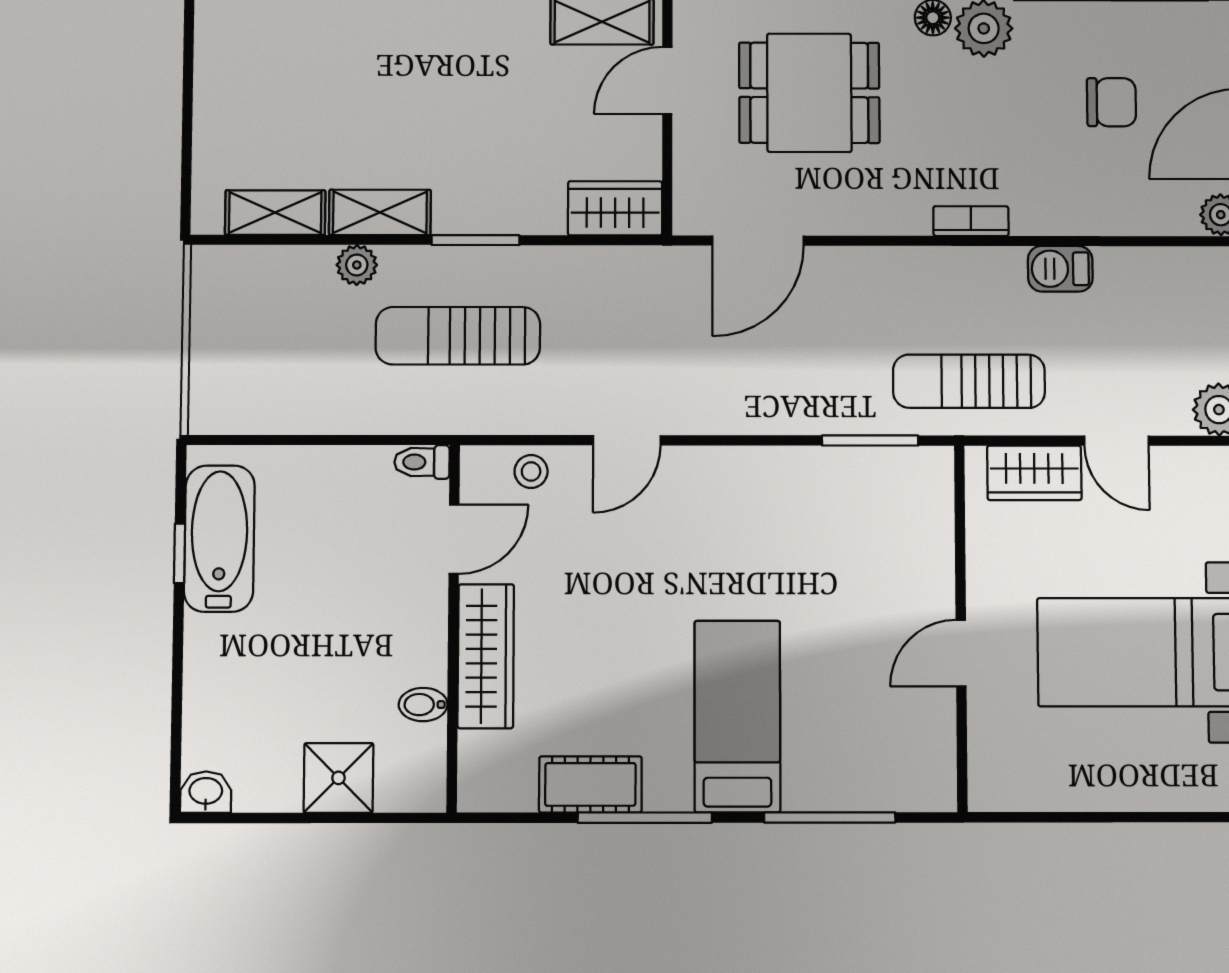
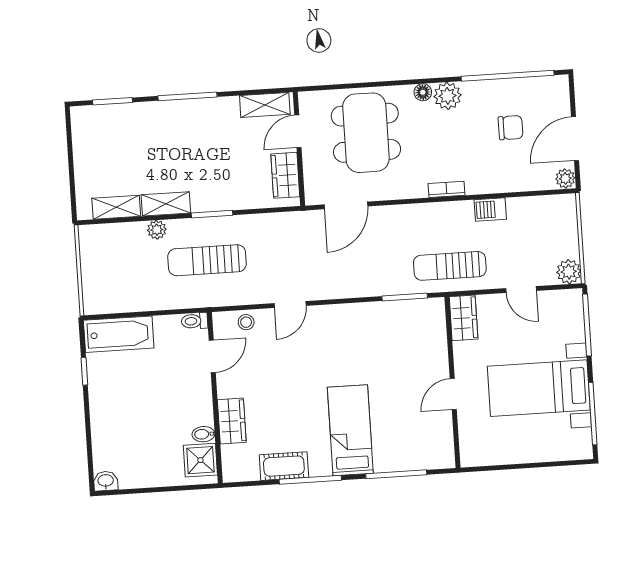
dining table: (809, 93) -> (366, 133), width x1.38
wardrobe: (615, 208) -> (285, 175), moved, turned -90
wardrobe: (1034, 473) -> (464, 318), moved, turned -90
bathtub: (219, 539) -> (119, 334), moved, turned 90
wardrobe: (486, 656) -> (232, 421), width x0.67
shower: (338, 778) -> (200, 460), moved

